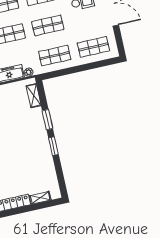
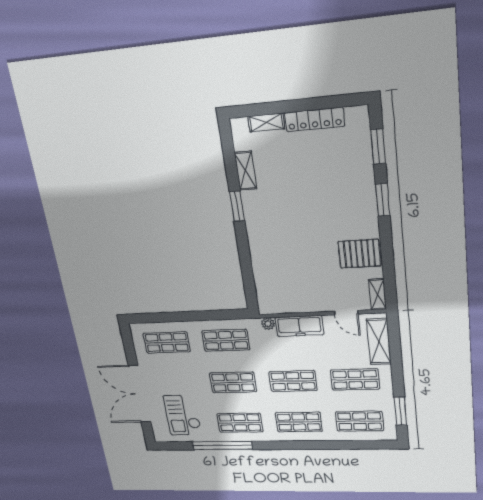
shelving: (34, 96) -> (246, 171), moved
window: (47, 120) -> (244, 249), removed

